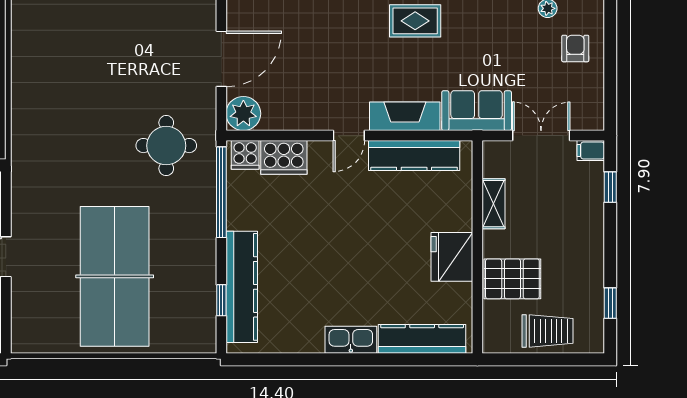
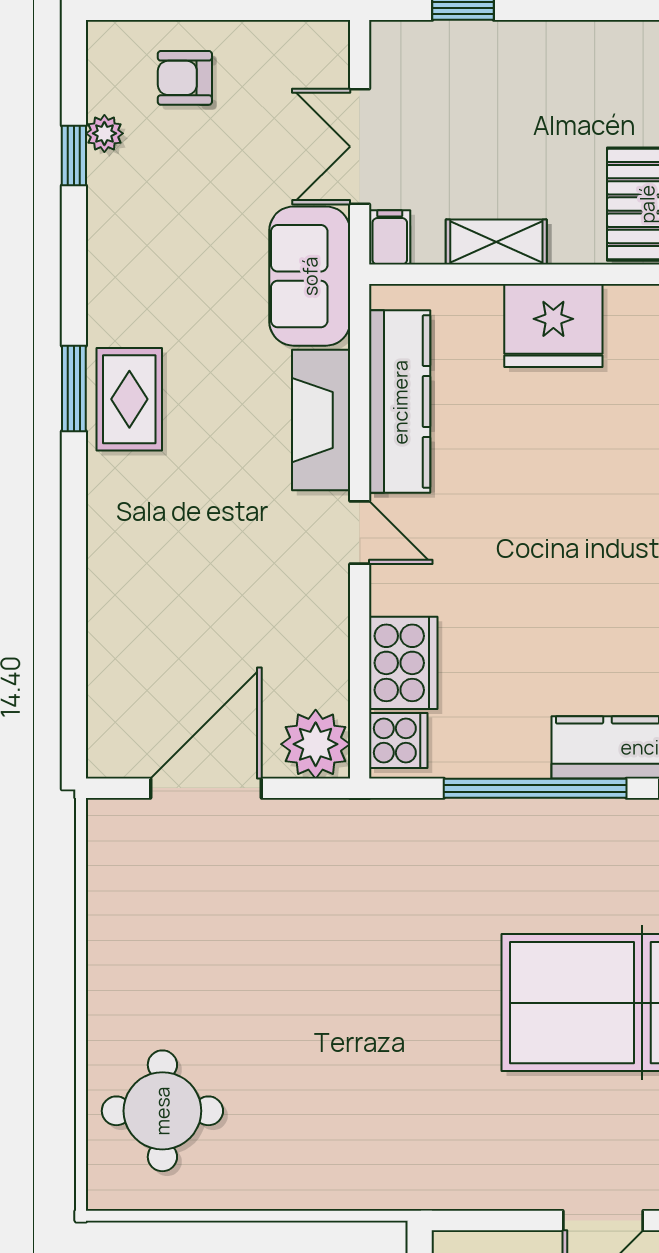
door: (221, 59) -> (206, 788), hinge flipped
round table: (166, 146) -> (162, 1111), moved
filing cabinet: (591, 151) -> (390, 237), moved, turned 180
window: (221, 192) -> (535, 788), moved
fridge: (452, 257) -> (553, 326), moved

